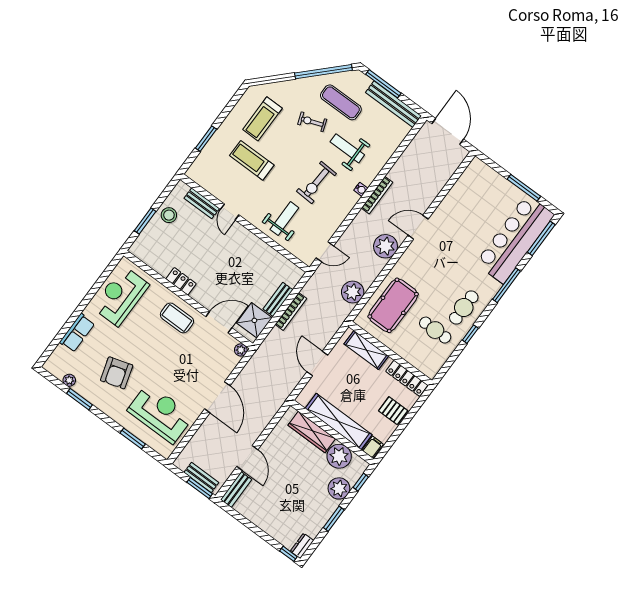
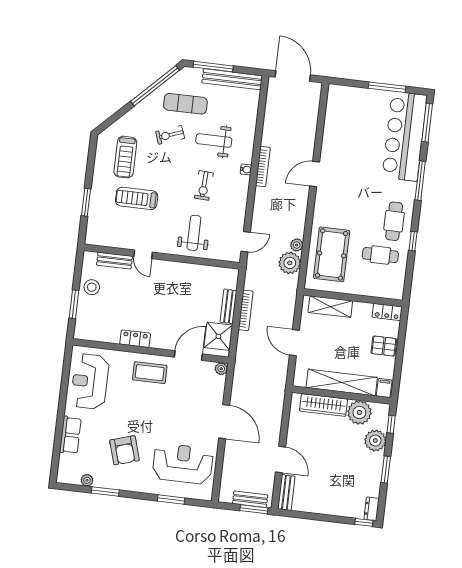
exercise bike: (317, 182) -> (204, 186), width x0.73, depth x0.72
plant: (386, 246) -> (297, 245), moved, width x0.53, depth x0.53
locker: (407, 378) -> (387, 312), width x0.66

